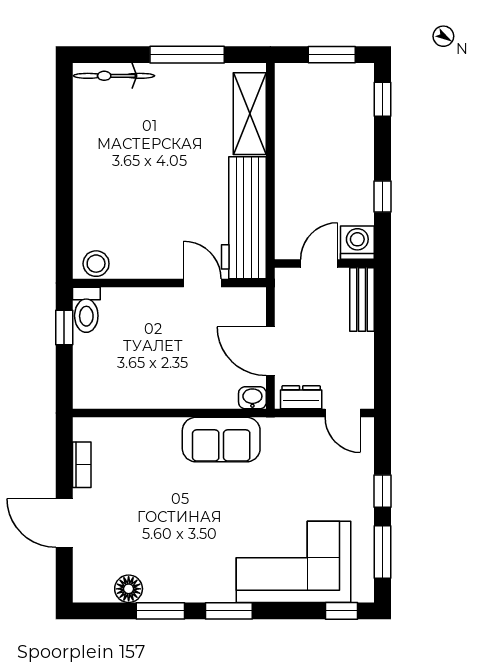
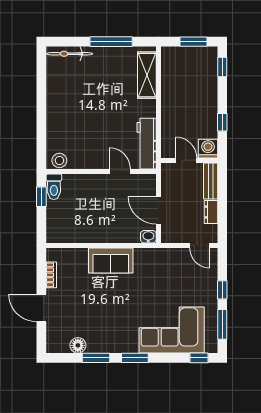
workbench: (244, 218) -> (147, 144), width x0.73, depth x0.76
door: (319, 264) -> (186, 160), hinge flipped
dresser: (301, 397) -> (211, 212), moved, turned -90
sofa: (221, 440) -> (111, 261), moved

